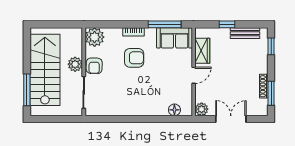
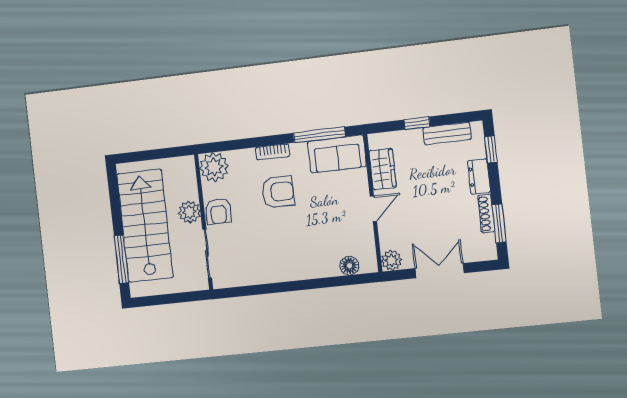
dresser: (262, 62) -> (479, 177), added

